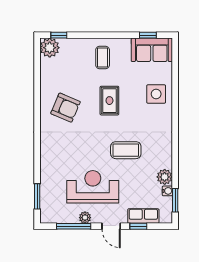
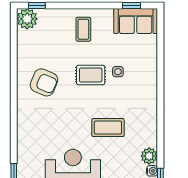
side table: (156, 94) -> (118, 72), moved, width x0.54, depth x0.54
rug: (109, 101) -> (91, 75), turned 90

